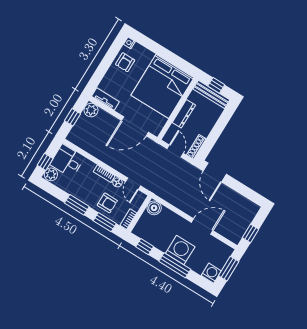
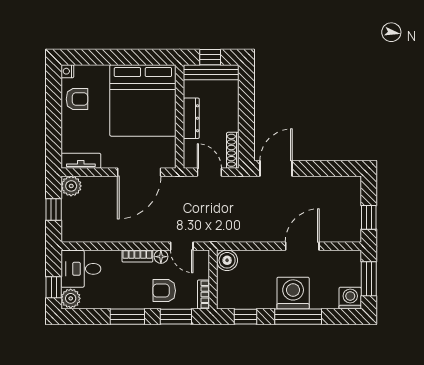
armchair: (125, 62) -> (77, 99), turned -90
door: (215, 173) -> (276, 168), swing flipped
armchair: (107, 203) -> (164, 291), turned 180

